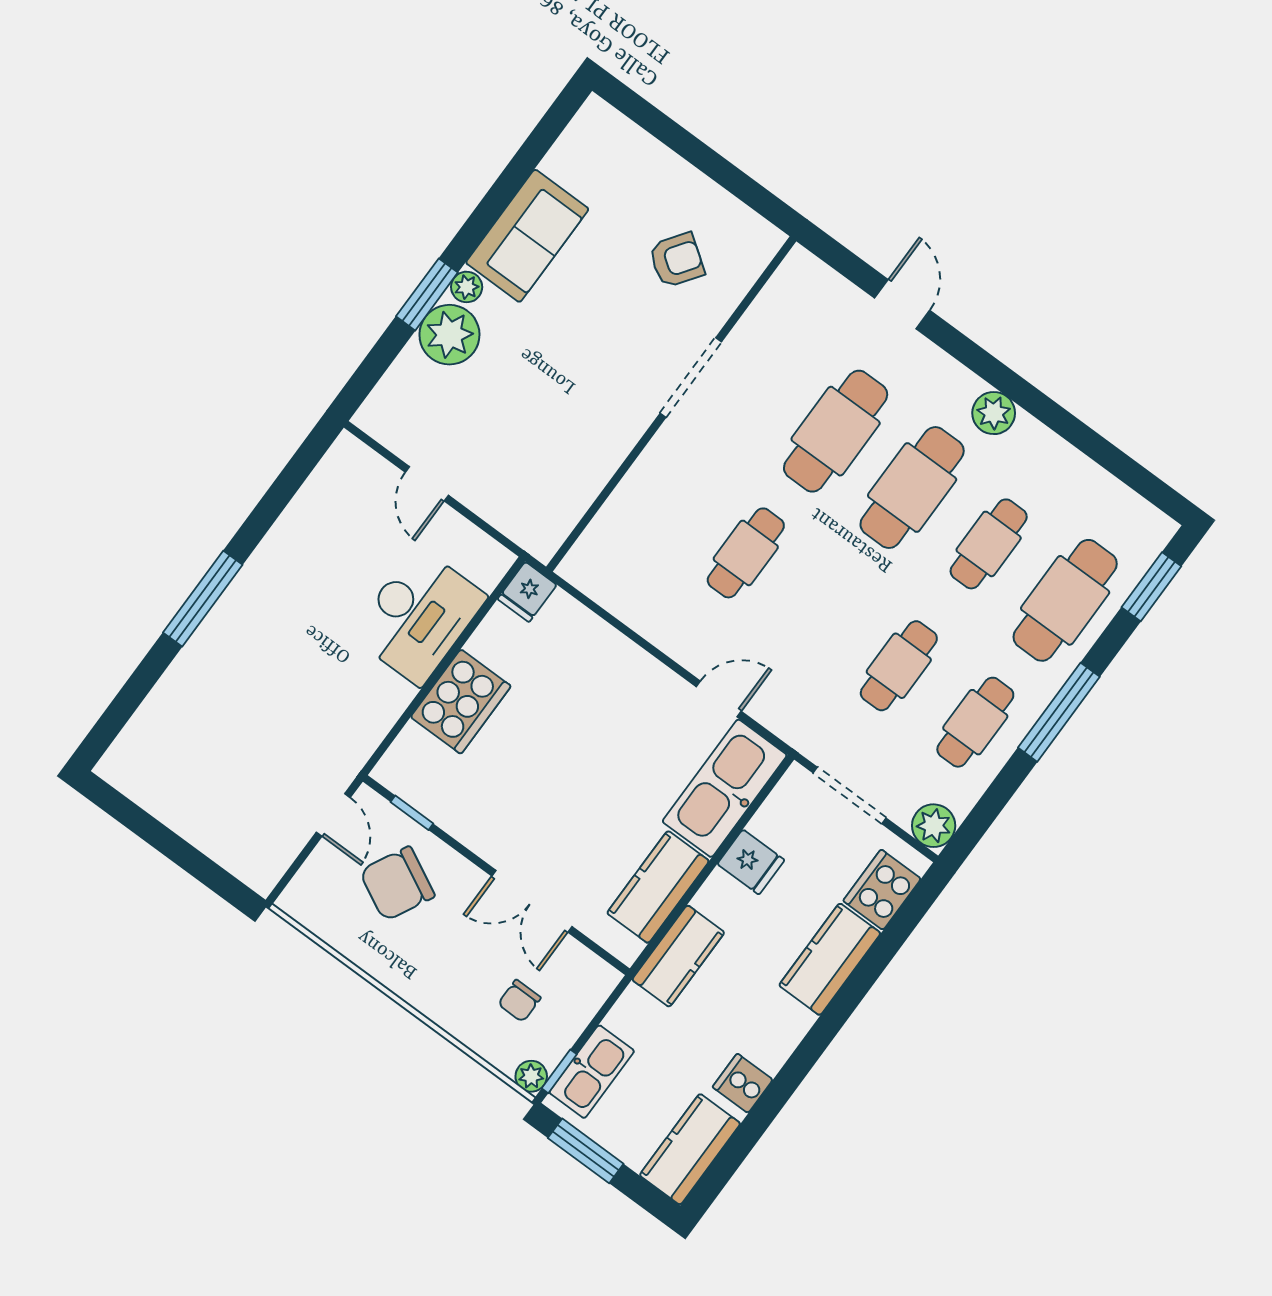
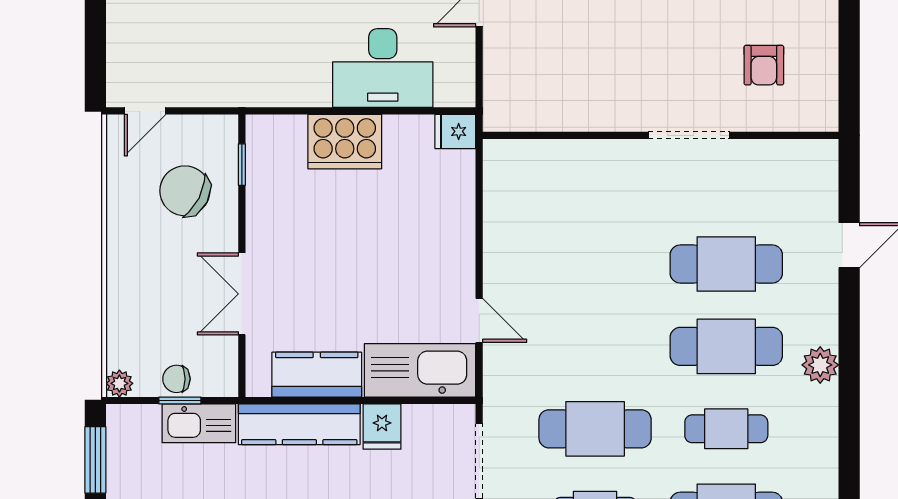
armchair: (677, 260) -> (764, 65), turned 55
cafe table: (746, 553) -> (595, 264), removed
cafe table: (899, 666) -> (595, 429), width x1.37, depth x1.35
door: (333, 815) -> (145, 111), moved
kitchen counter: (678, 956) -> (299, 424), width x1.50
chair: (519, 1001) -> (176, 379), moved
window: (559, 1071) -> (180, 400), moved
kitchen sink: (592, 1072) -> (199, 423), moved

